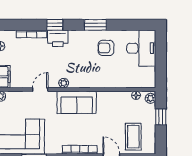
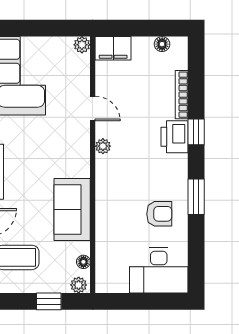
armchair: (106, 48) -> (159, 214), turned 90
sofa: (77, 102) -> (72, 210), moved

